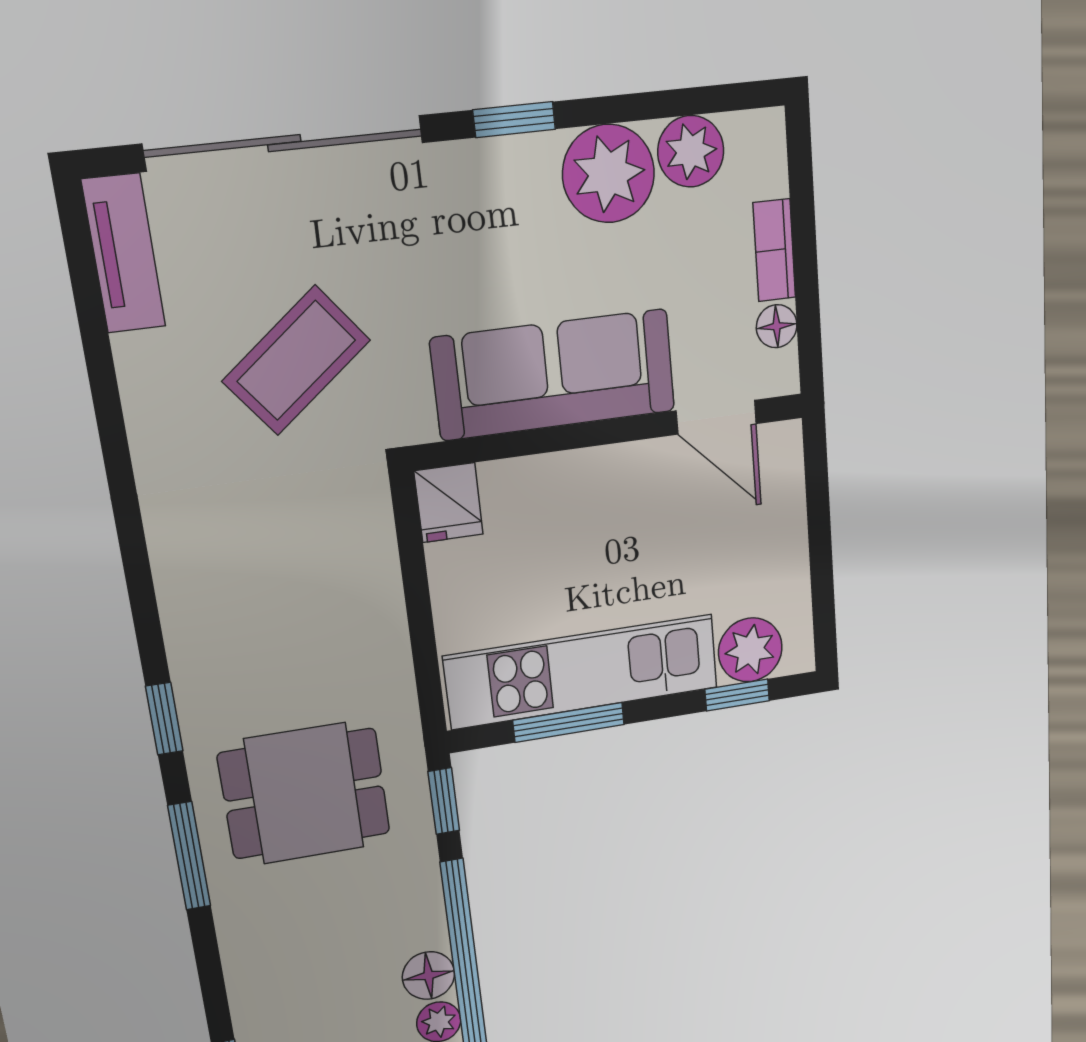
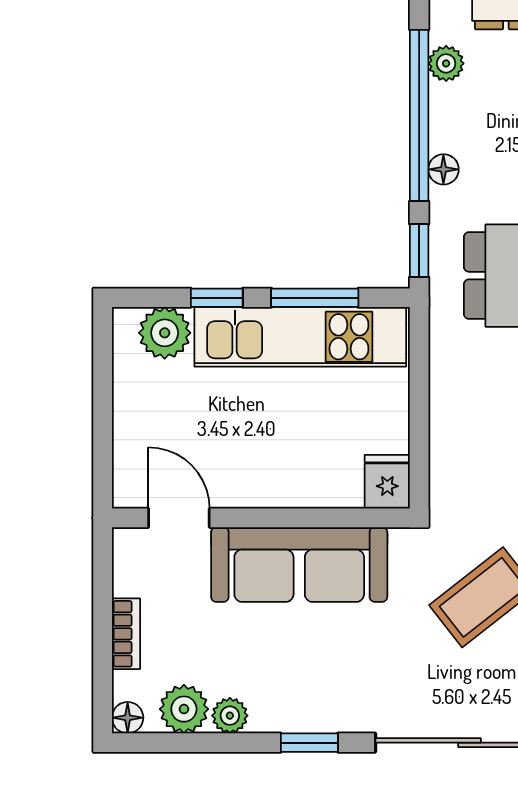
plant: (609, 174) -> (230, 716), width x0.53, depth x0.53
floor lamp: (777, 326) -> (128, 718), moved
window: (737, 695) -> (217, 298), moved
floor lamp: (429, 976) -> (443, 169), moved, width x0.73, depth x0.73

